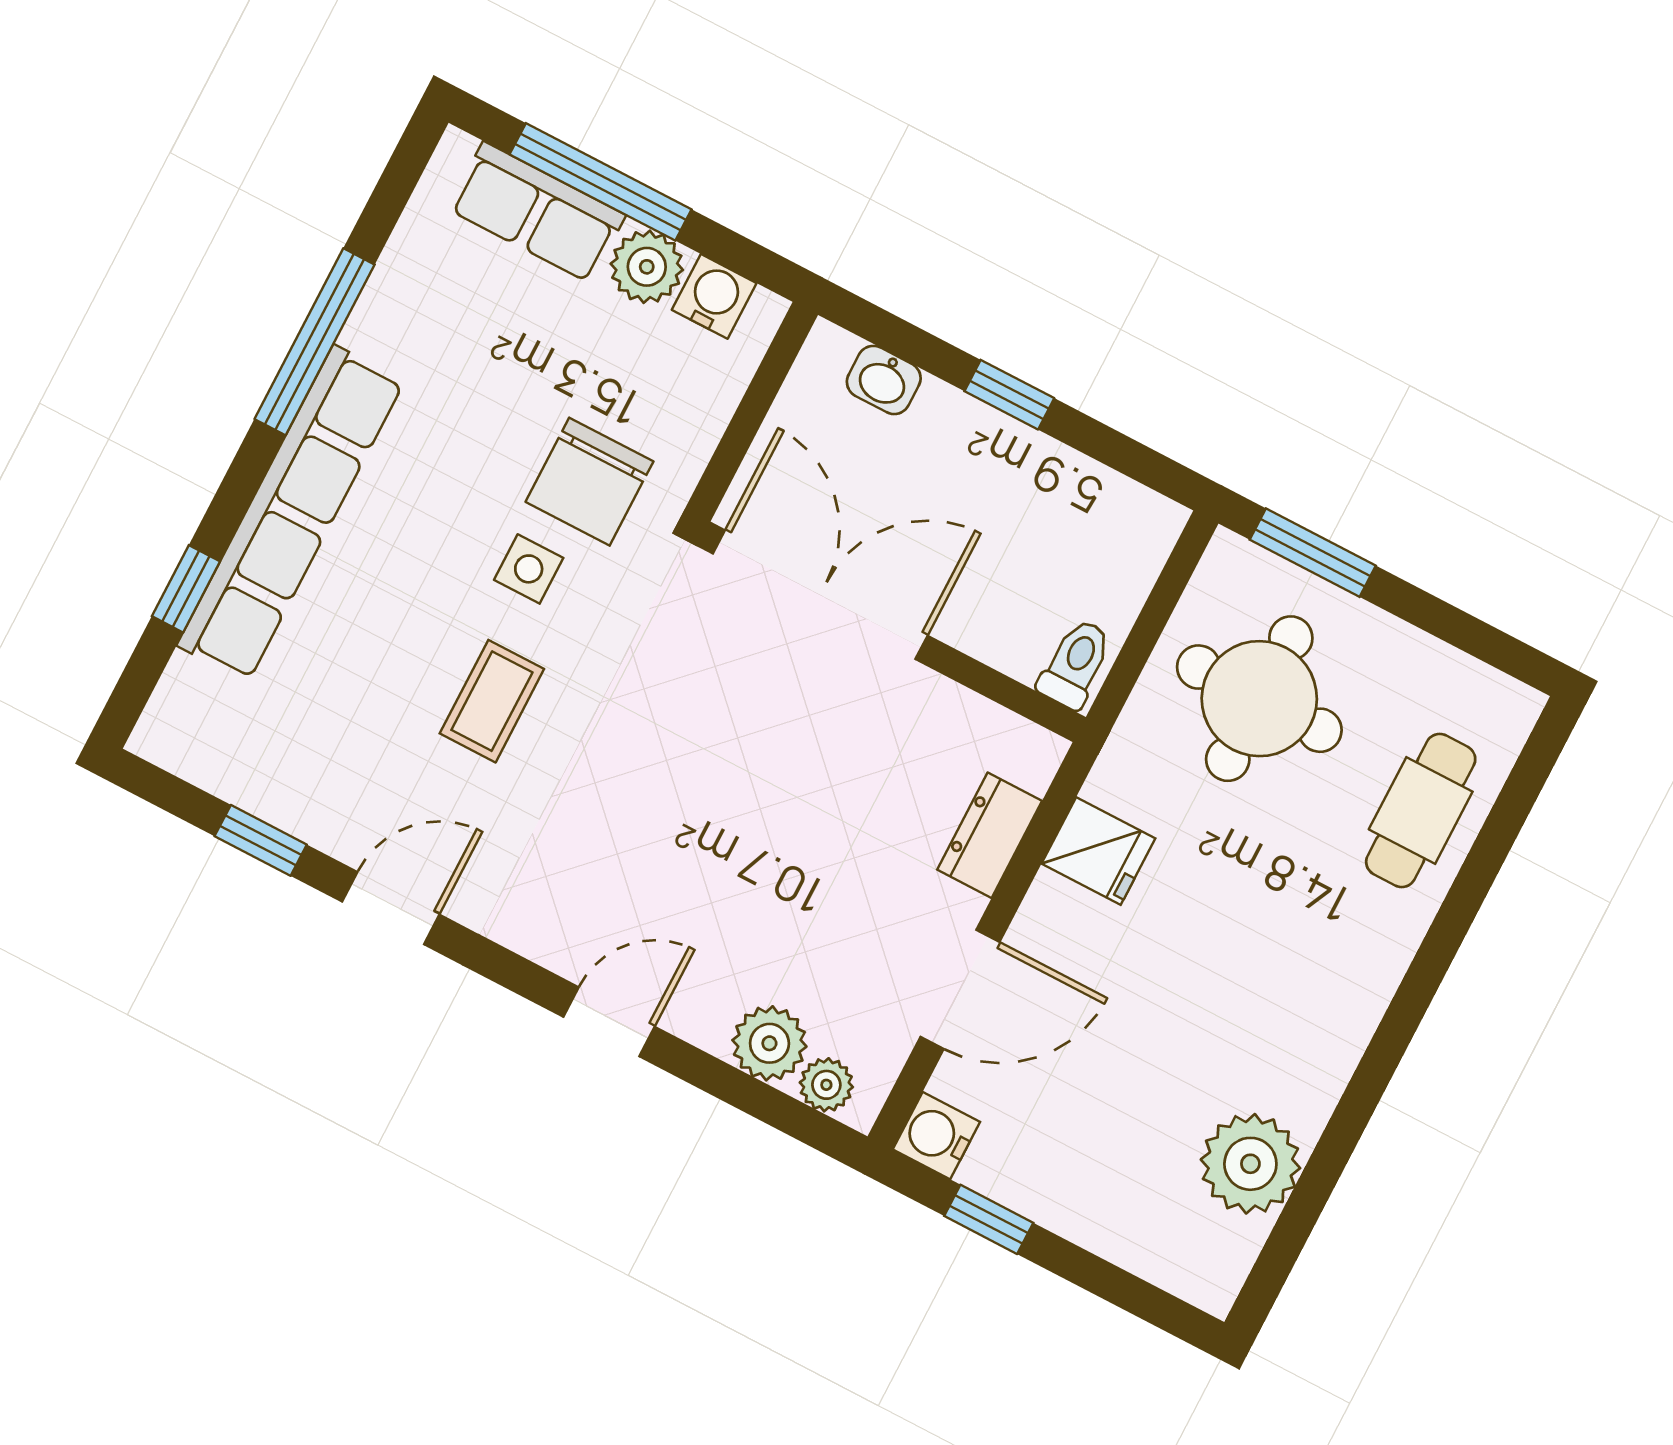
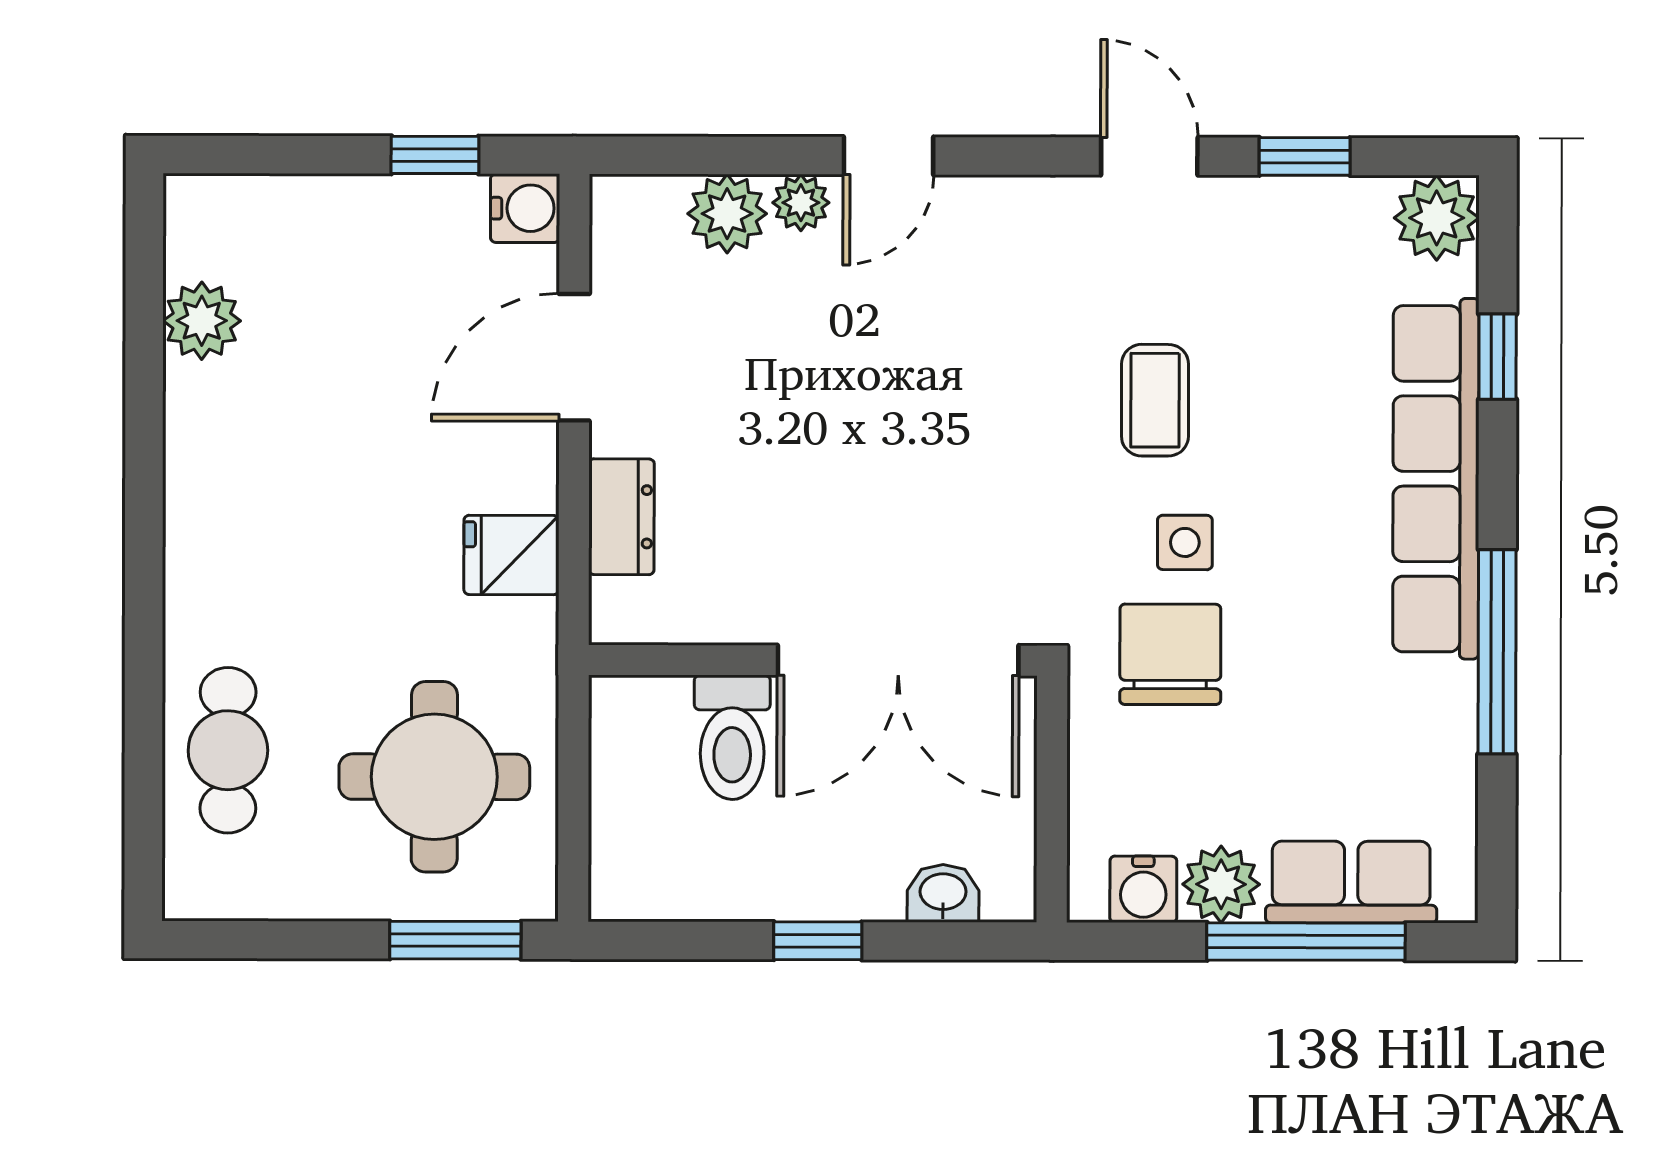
toilet: (1075, 664) -> (732, 737), moved, width x1.37, depth x1.39
plant: (177, 732) -> (1437, 218), added
door: (391, 908) -> (1149, 156), swing flipped
plant: (826, 1085) -> (801, 203), moved
plant: (1250, 1164) -> (202, 321), width x0.73, depth x0.73

